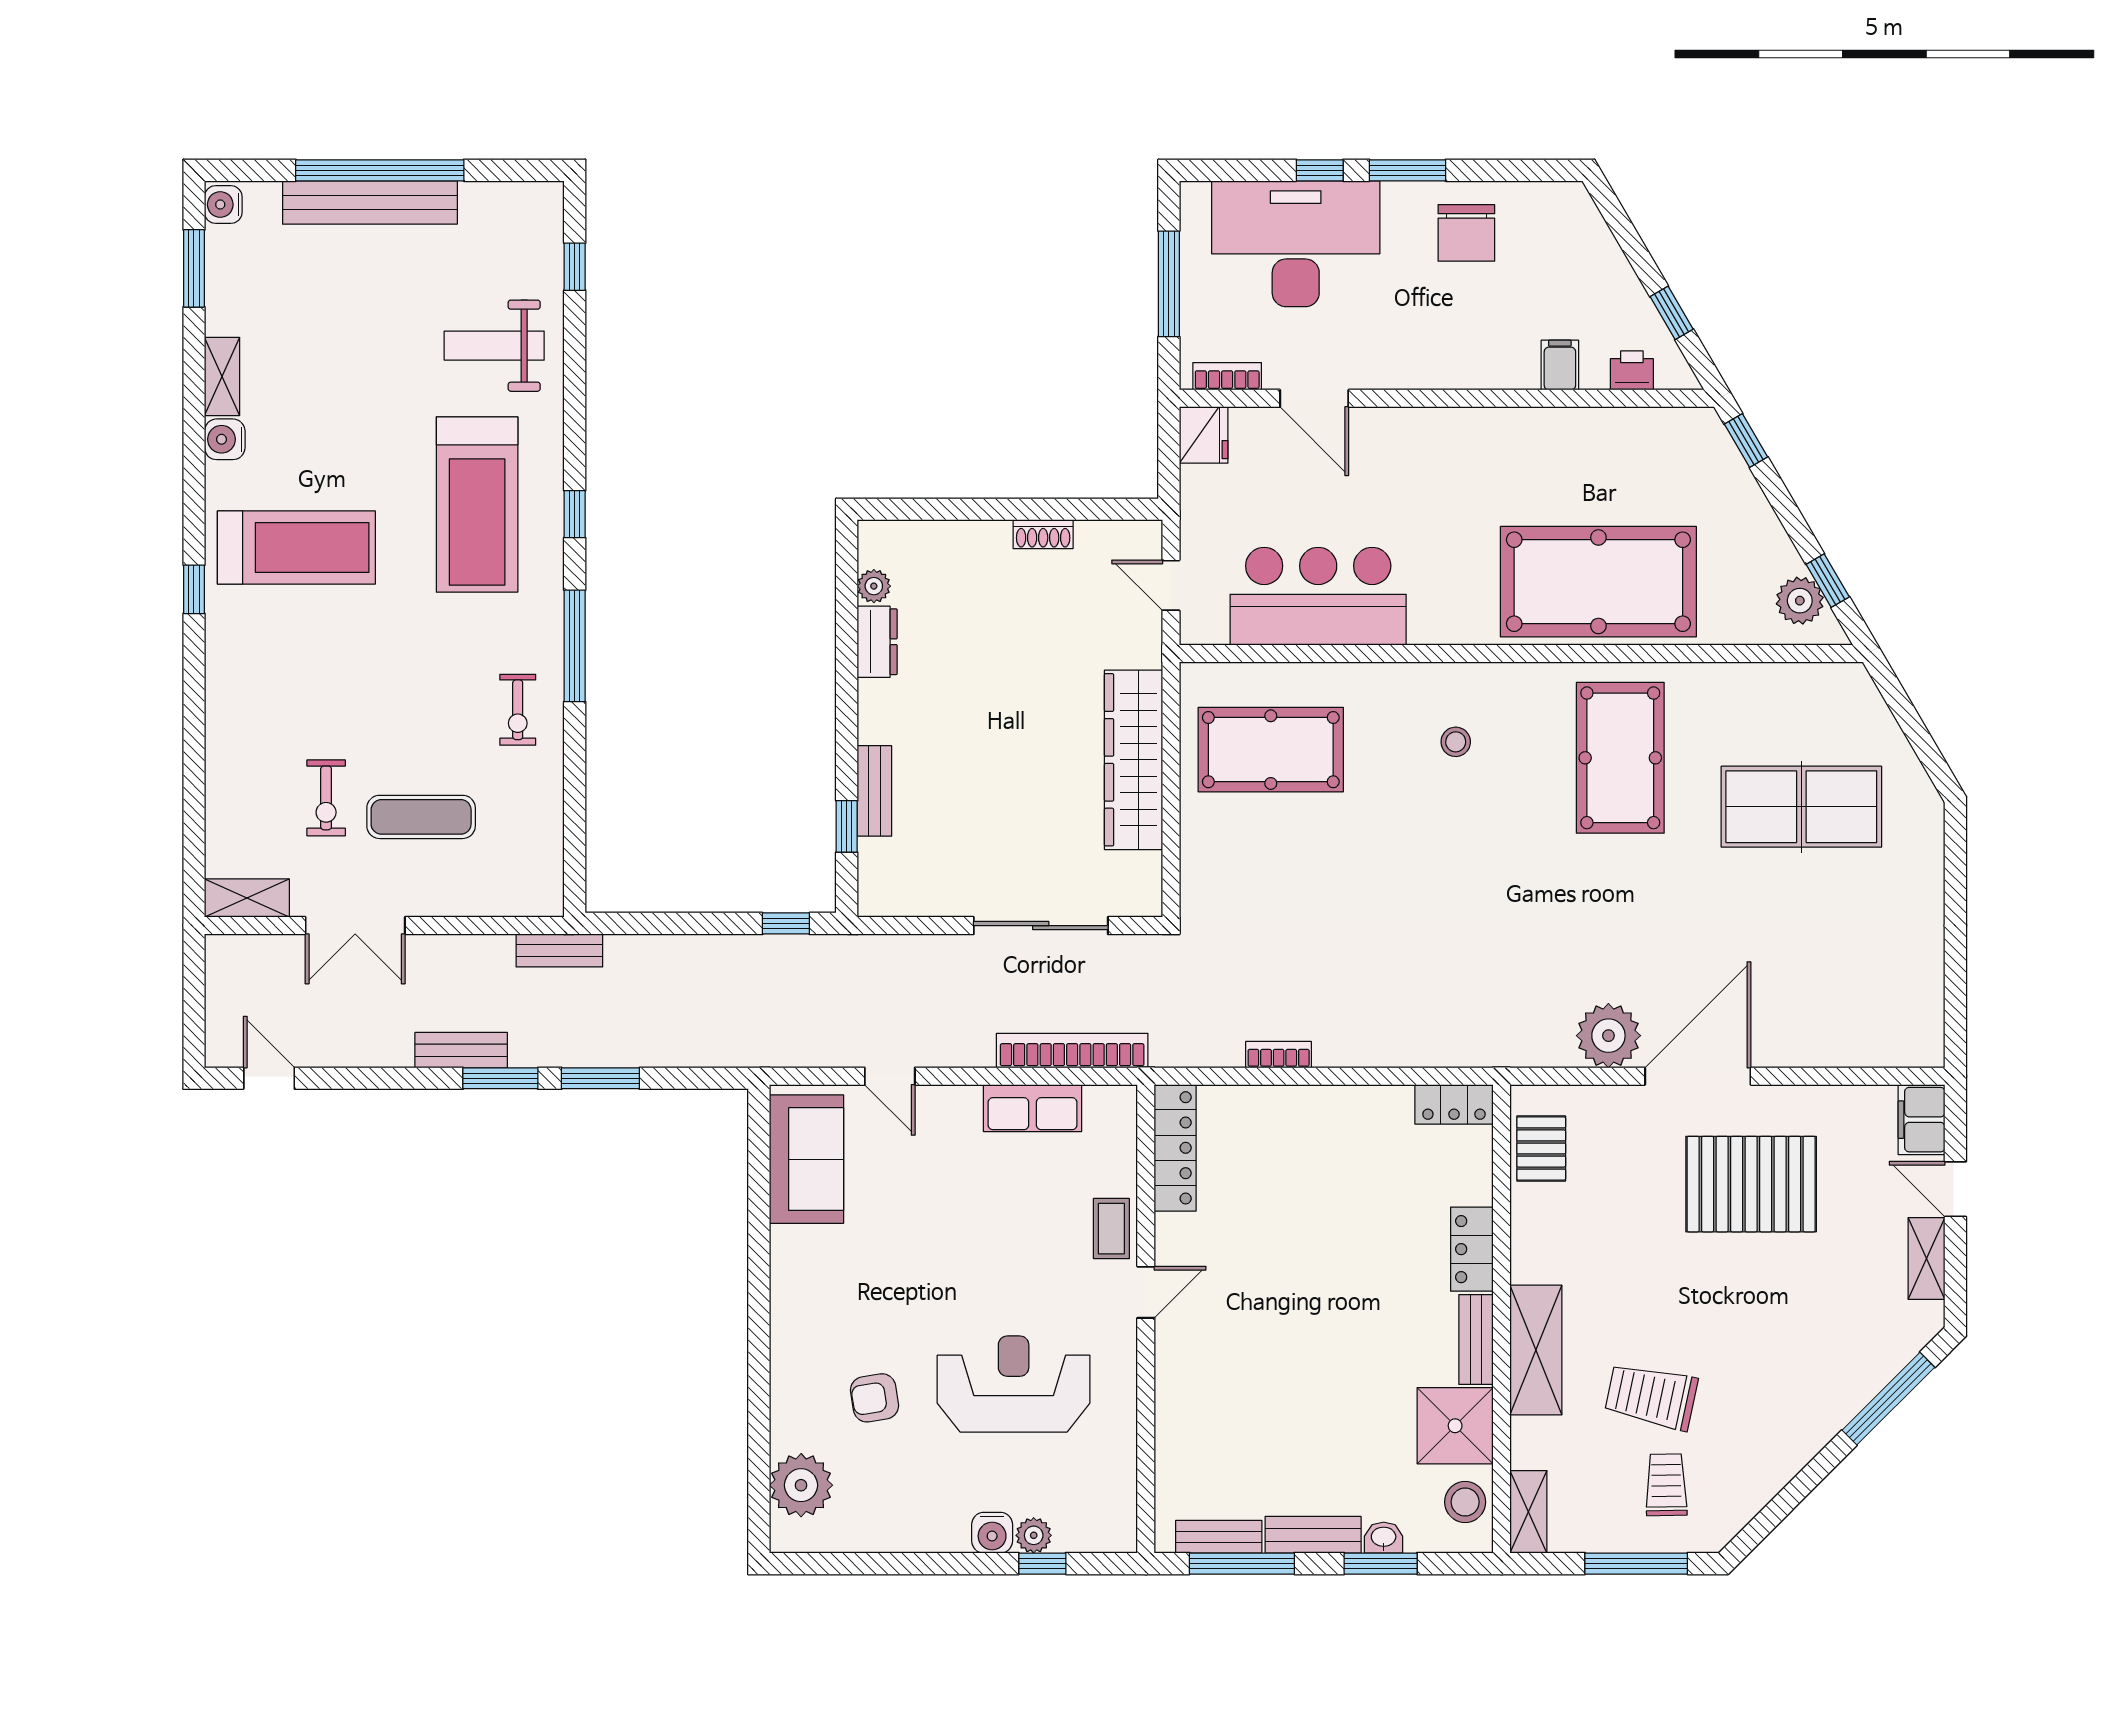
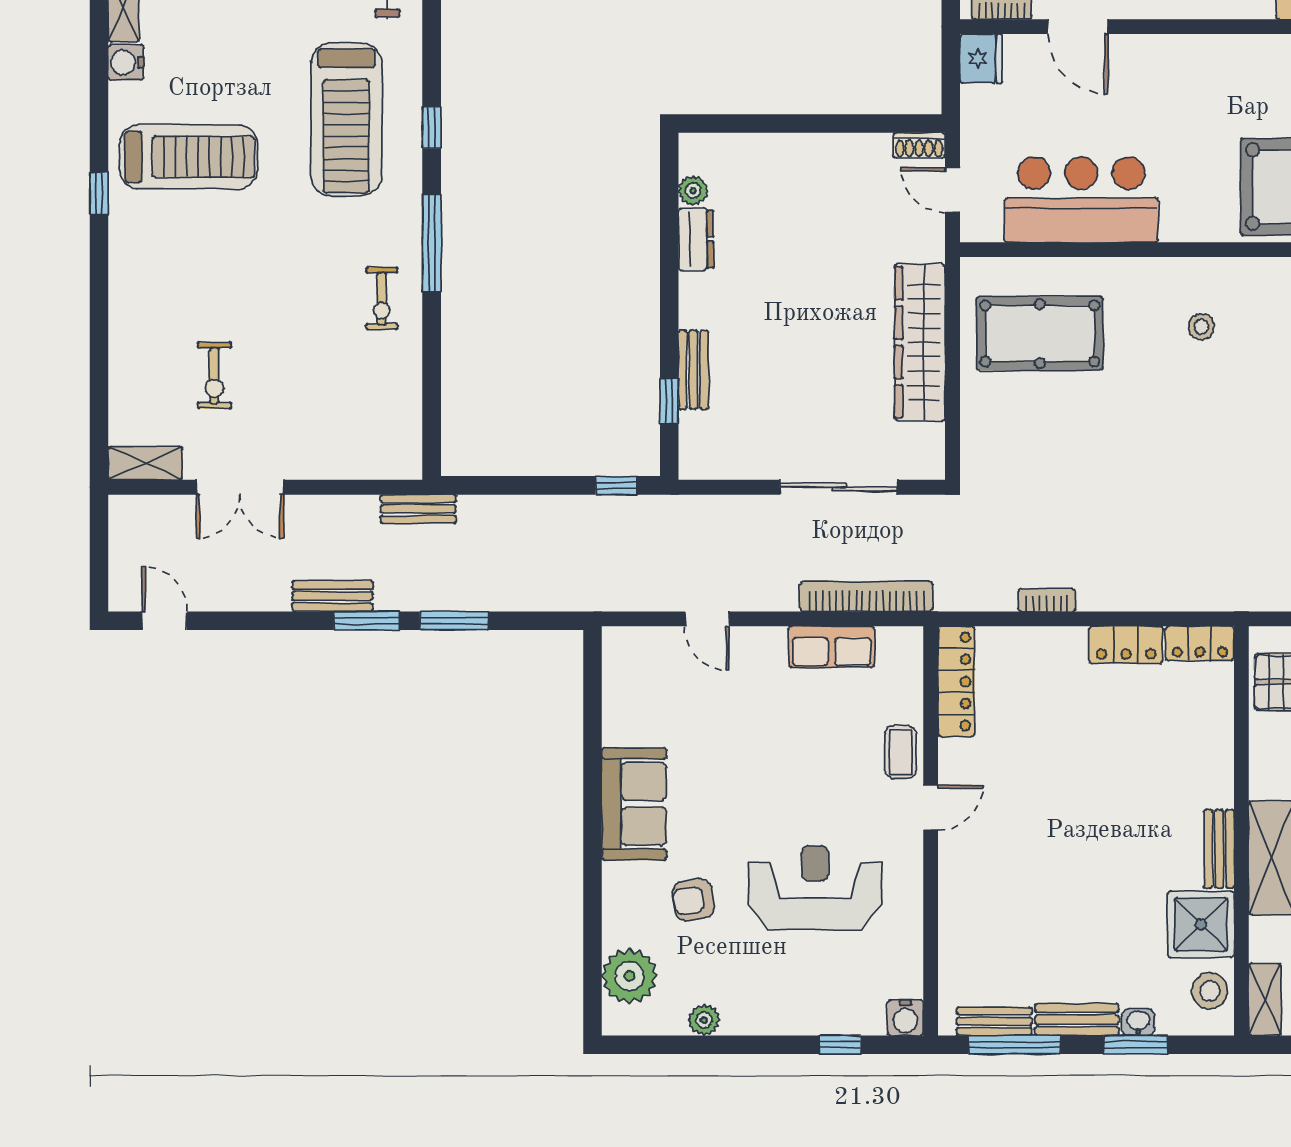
shoe rack: (1043, 534) -> (919, 145), moved
exercise mat: (421, 817) -> (297, 392), removed
sofa: (806, 1159) -> (634, 804), moved
locker: (1472, 1249) -> (1126, 645), moved, turned -90
water cooler: (992, 1533) -> (905, 1018), moved
plant: (1034, 1535) -> (704, 1020), moved

